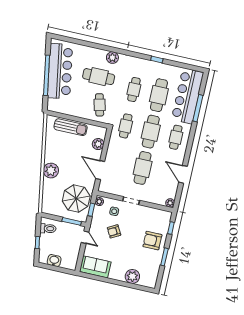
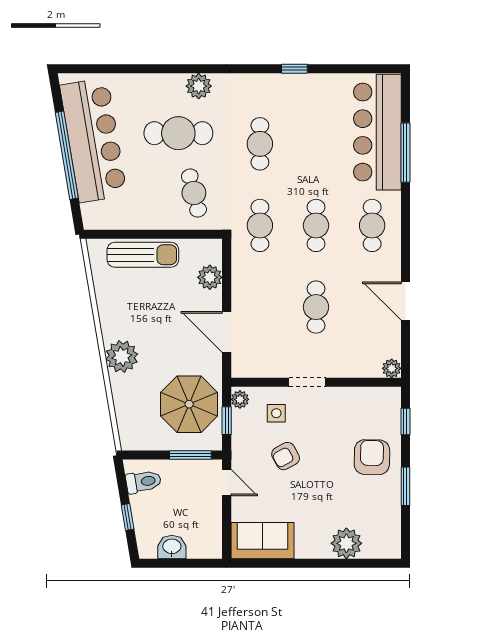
cafe table: (159, 95) -> (316, 144), removed
cafe table: (151, 132) -> (316, 225), width x0.73, depth x0.74
cafe table: (143, 168) -> (316, 307), width x0.73, depth x0.74
armchair: (152, 241) -> (372, 457), turned 91

